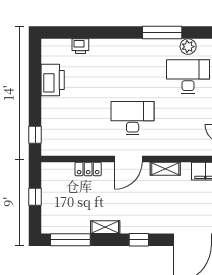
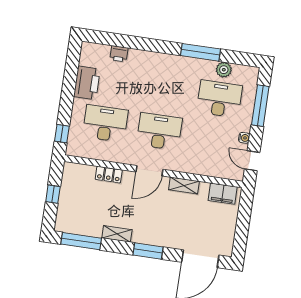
desk: (77, 118) -> (105, 123), added
window: (139, 240) -> (148, 251), width x1.50

